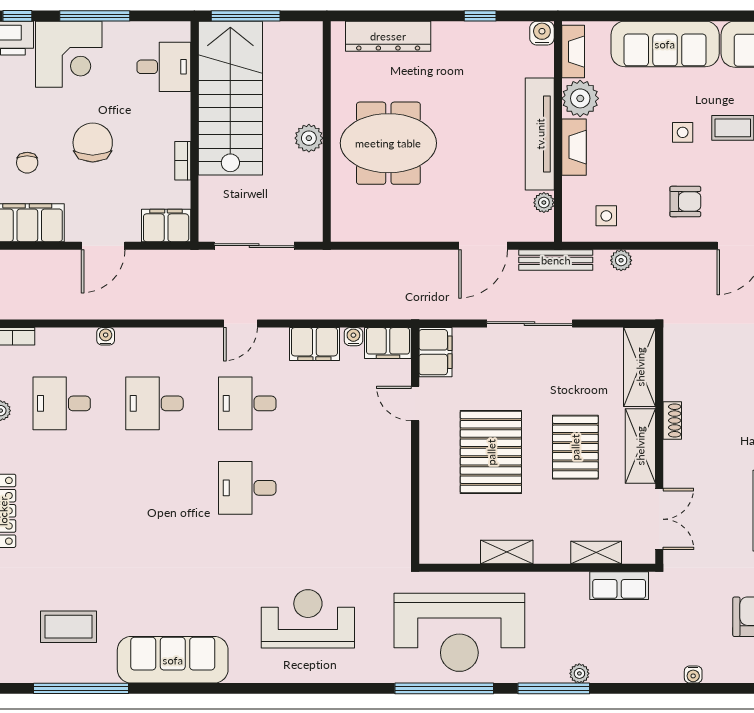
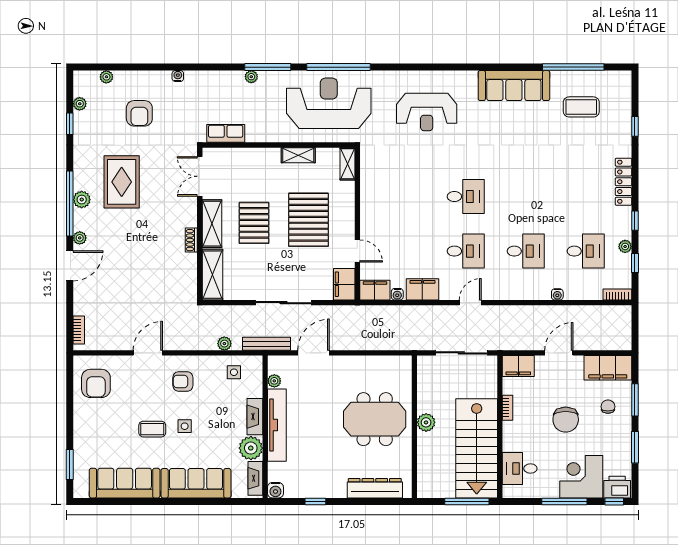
shelving: (596, 552) -> (348, 164), moved, turned 90

